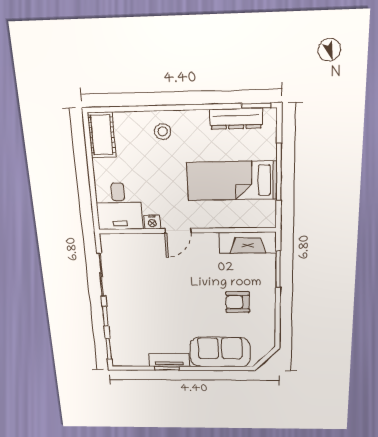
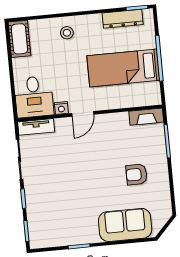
fireplace: (248, 243) -> (146, 117), width x0.73, depth x0.76
tv unit: (169, 360) -> (36, 127), moved, turned 180

